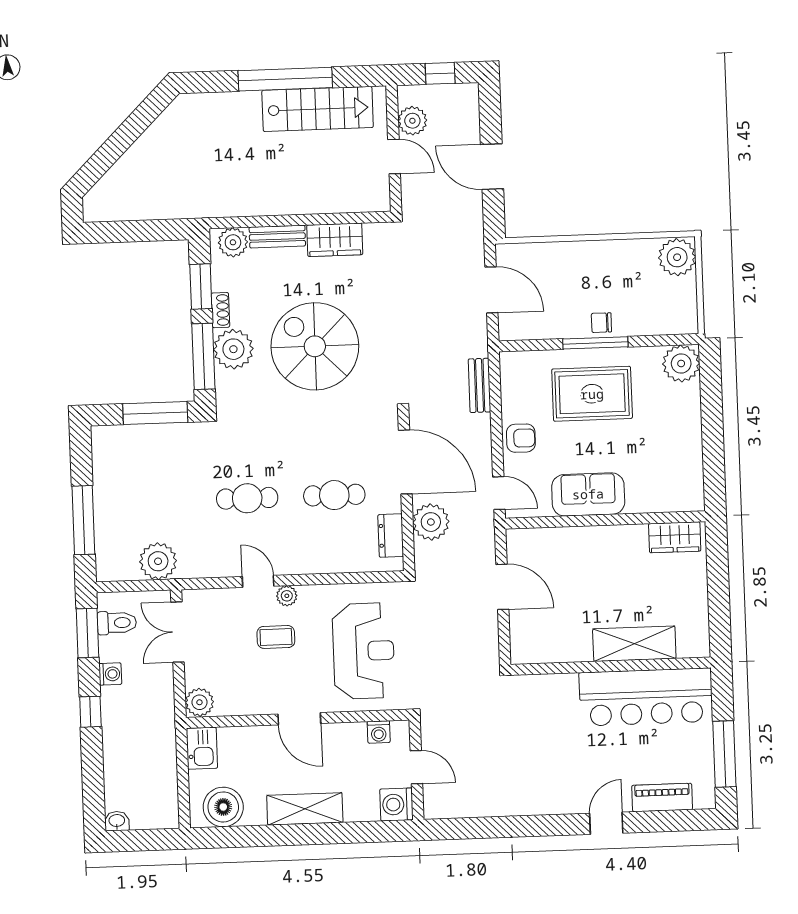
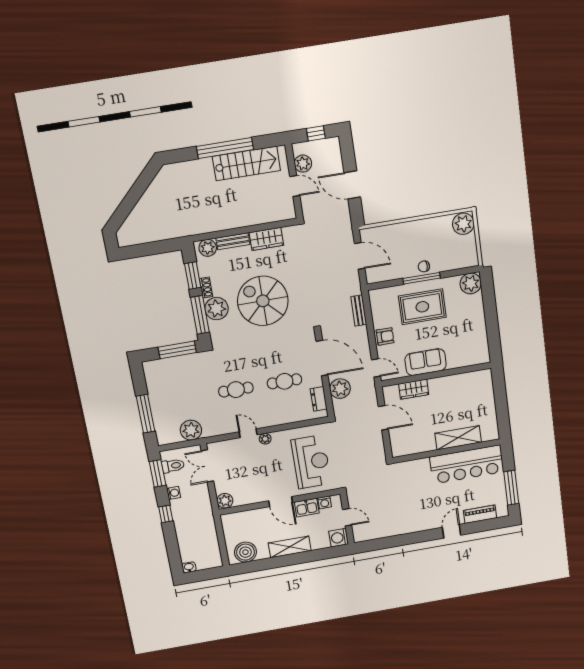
wardrobe: (675, 537) -> (414, 389), moved
coffee table: (276, 637) -> (262, 461), removed
kitchen sink: (202, 748) -> (307, 508), moved, turned 90

